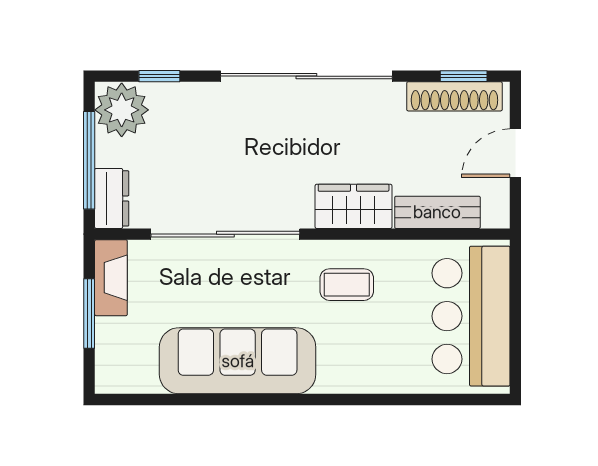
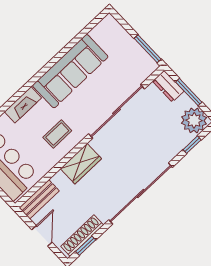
window: (89, 160) -> (189, 92), width x0.69
bench: (437, 212) -> (39, 199), moved
fireplace: (111, 278) -> (23, 105), moved, turned -90
window: (89, 313) -> (148, 49), moved

